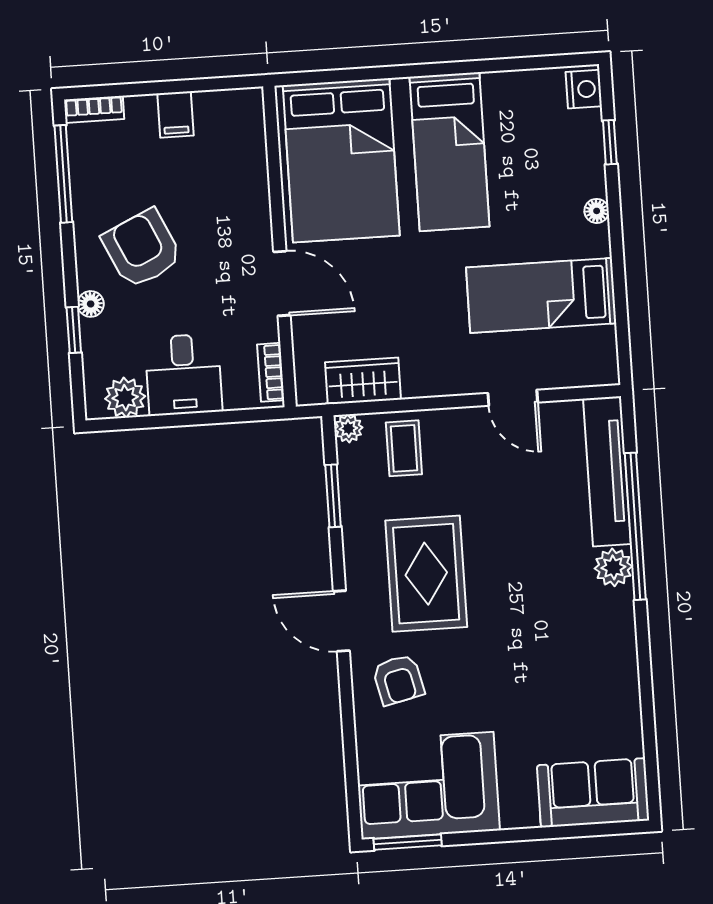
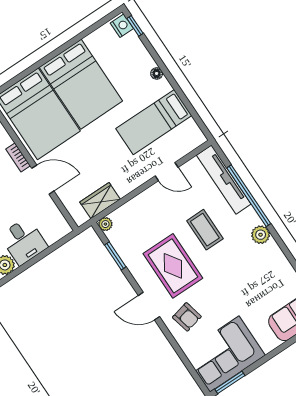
window: (610, 142) -> (135, 26), moved
bed: (449, 152) -> (81, 84), width x1.50
bookcase: (271, 372) -> (18, 157), moved
coffee table: (404, 448) -> (205, 230), moved, width x1.36, depth x1.30
plant: (613, 567) -> (261, 235), moved

